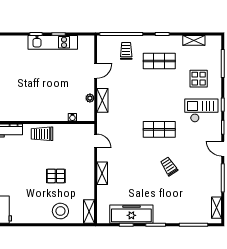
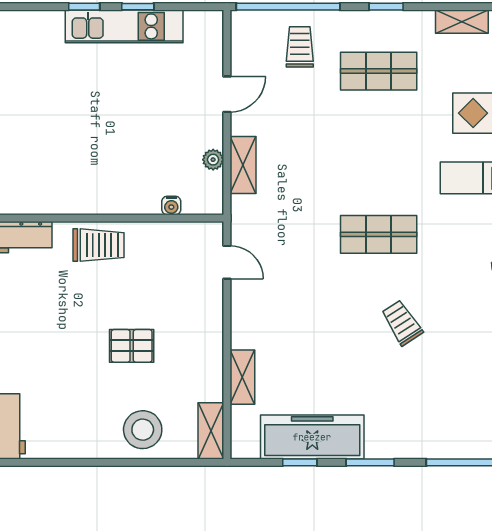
trolley: (42, 134) -> (99, 245), turned 180
shelving: (102, 173) -> (242, 377), moved

